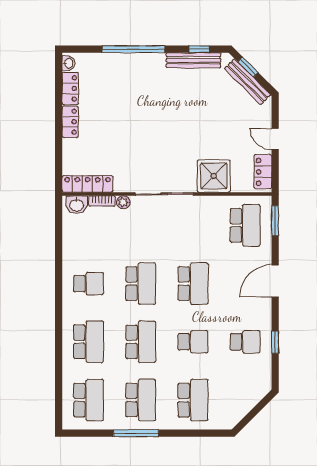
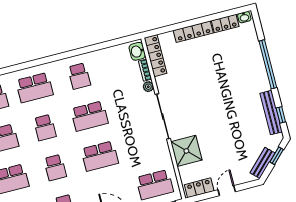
bench: (248, 82) -> (263, 163), width x0.73
locker: (70, 122) -> (193, 32), width x1.53
school desk: (141, 342) -> (45, 128), width x0.54

